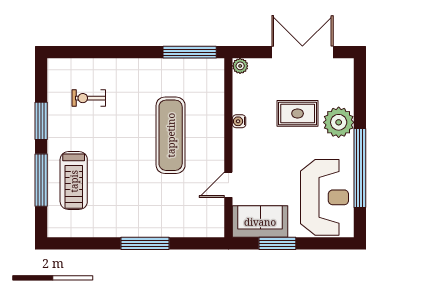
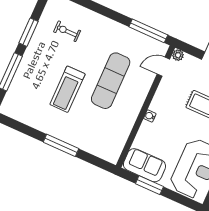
water cooler: (239, 121) -> (150, 116), moved
treadmill: (74, 181) -> (67, 89), moved
door: (228, 185) -> (163, 67), moved

